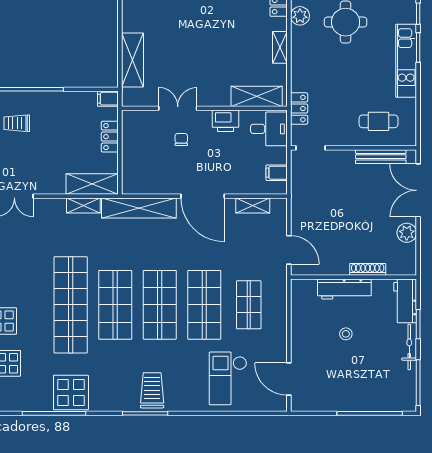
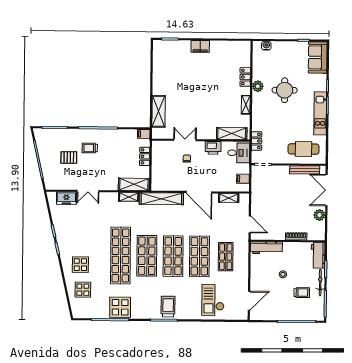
cafe table: (379, 121) -> (303, 149), width x1.37, depth x1.35
workbench: (344, 289) -> (266, 248), moved
trolley: (378, 364) -> (302, 293), added
door: (289, 379) -> (249, 301), swing flipped

